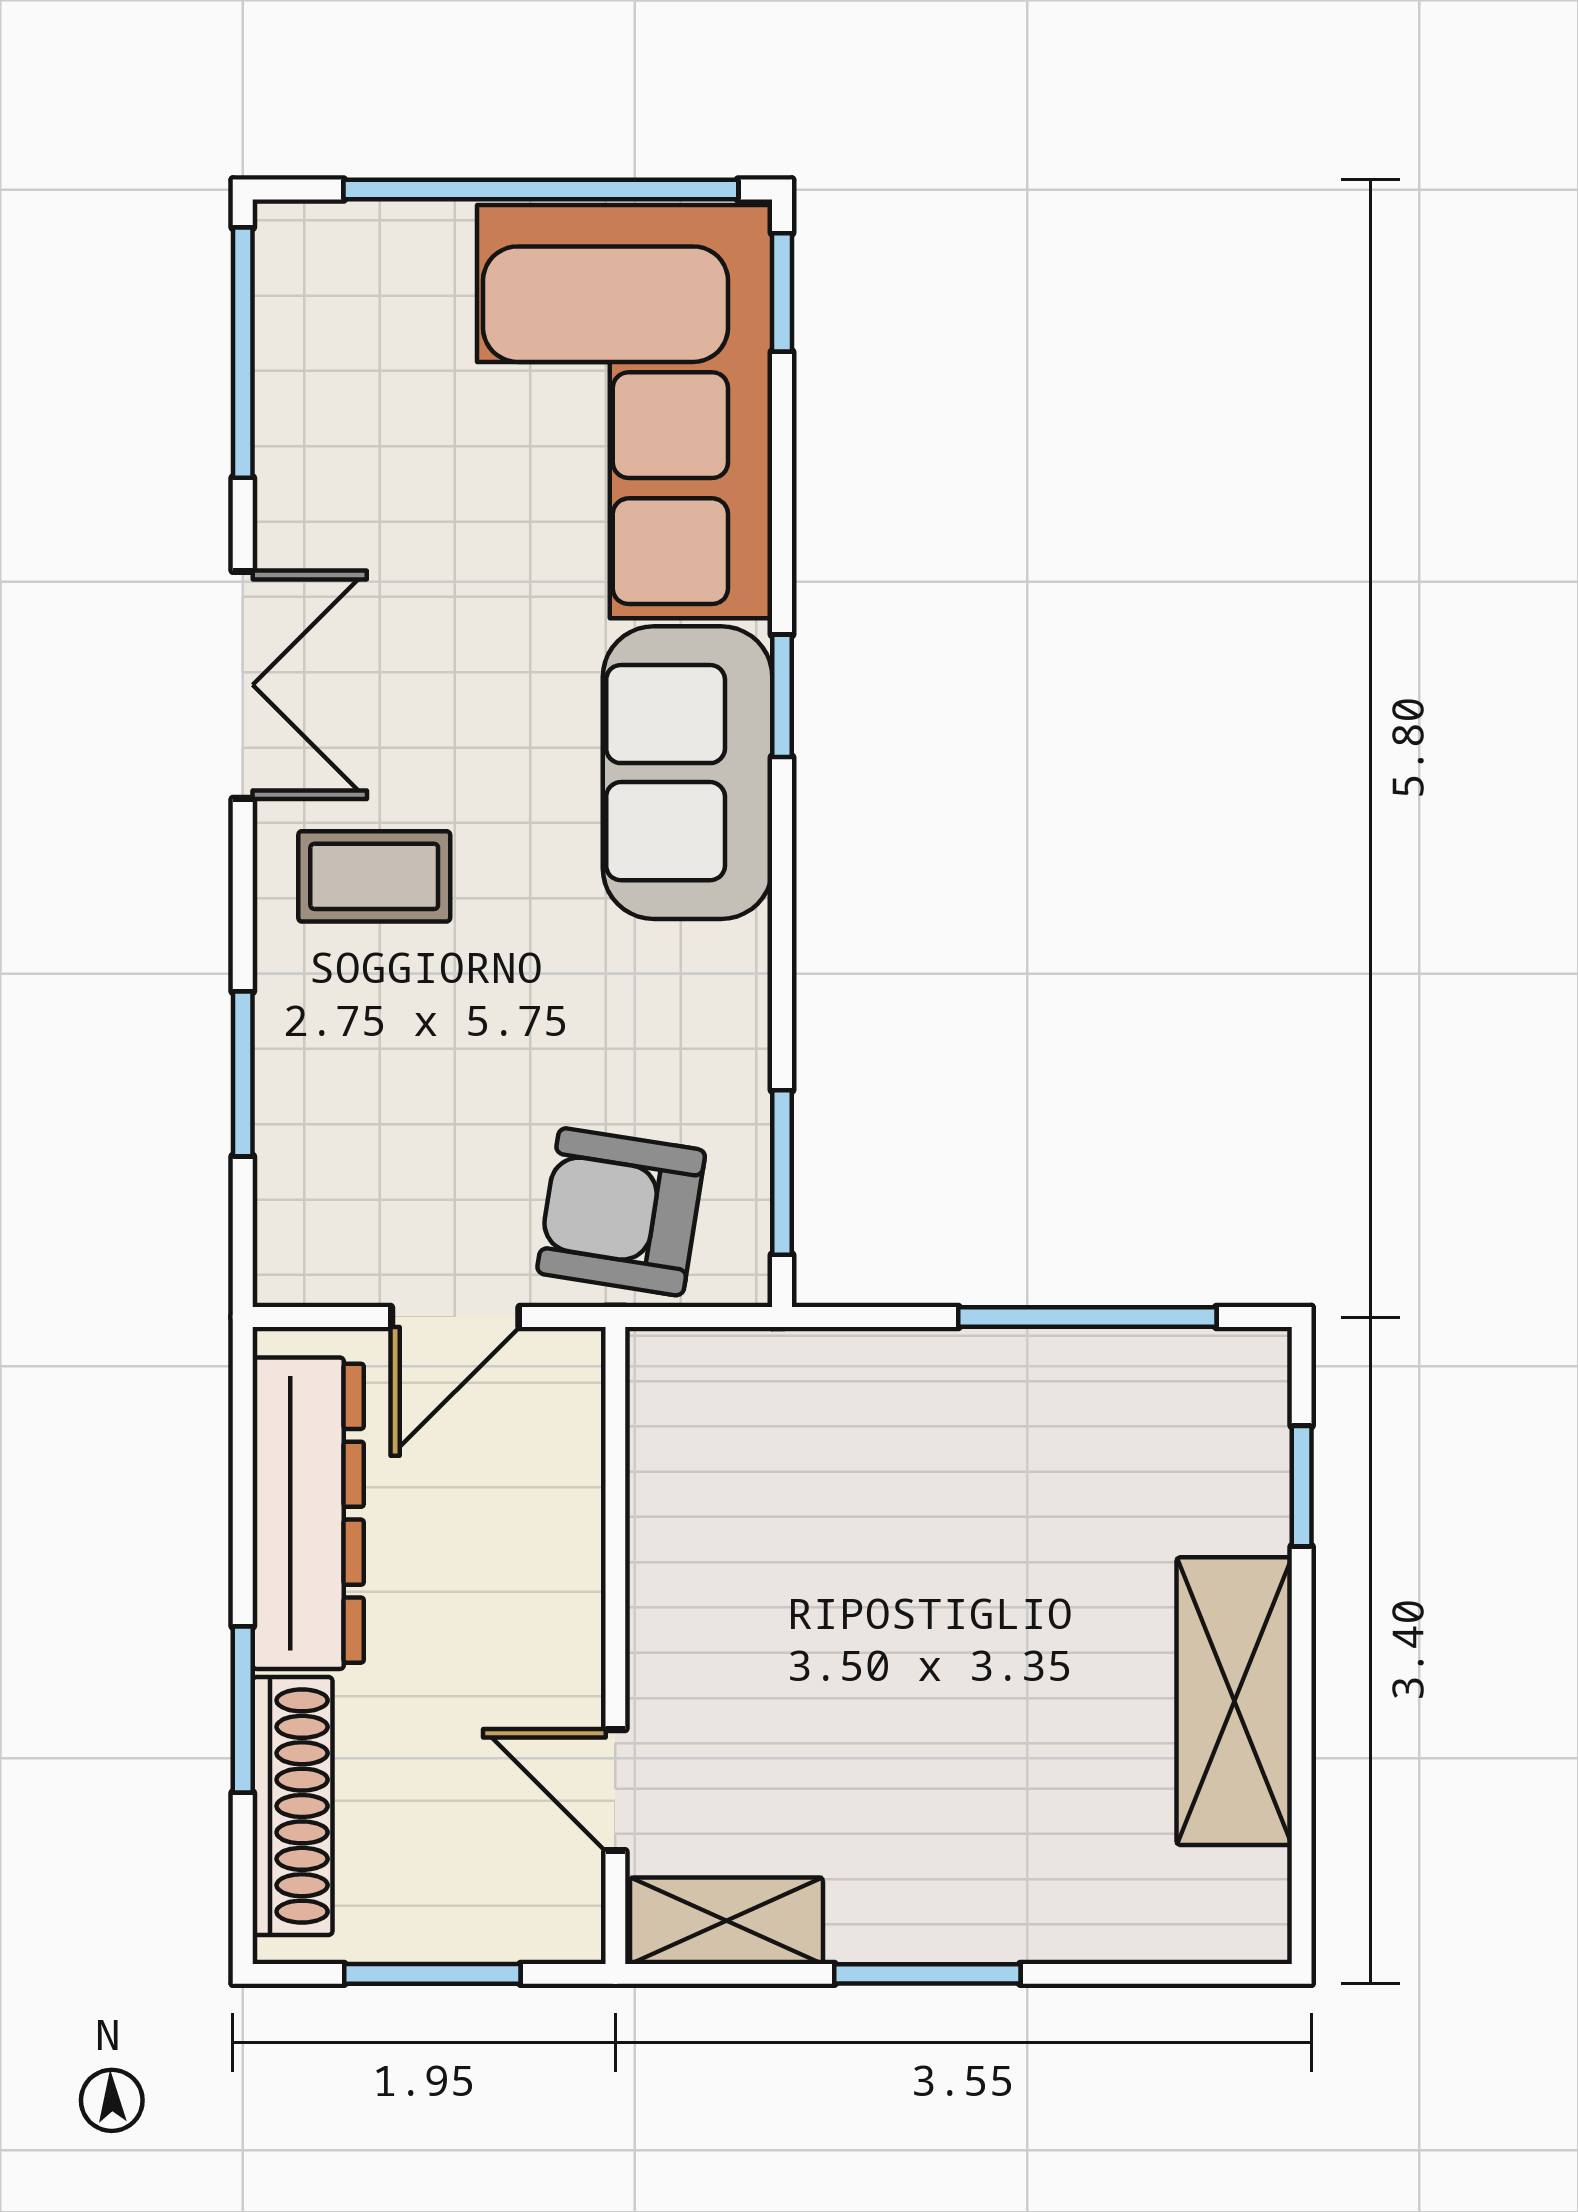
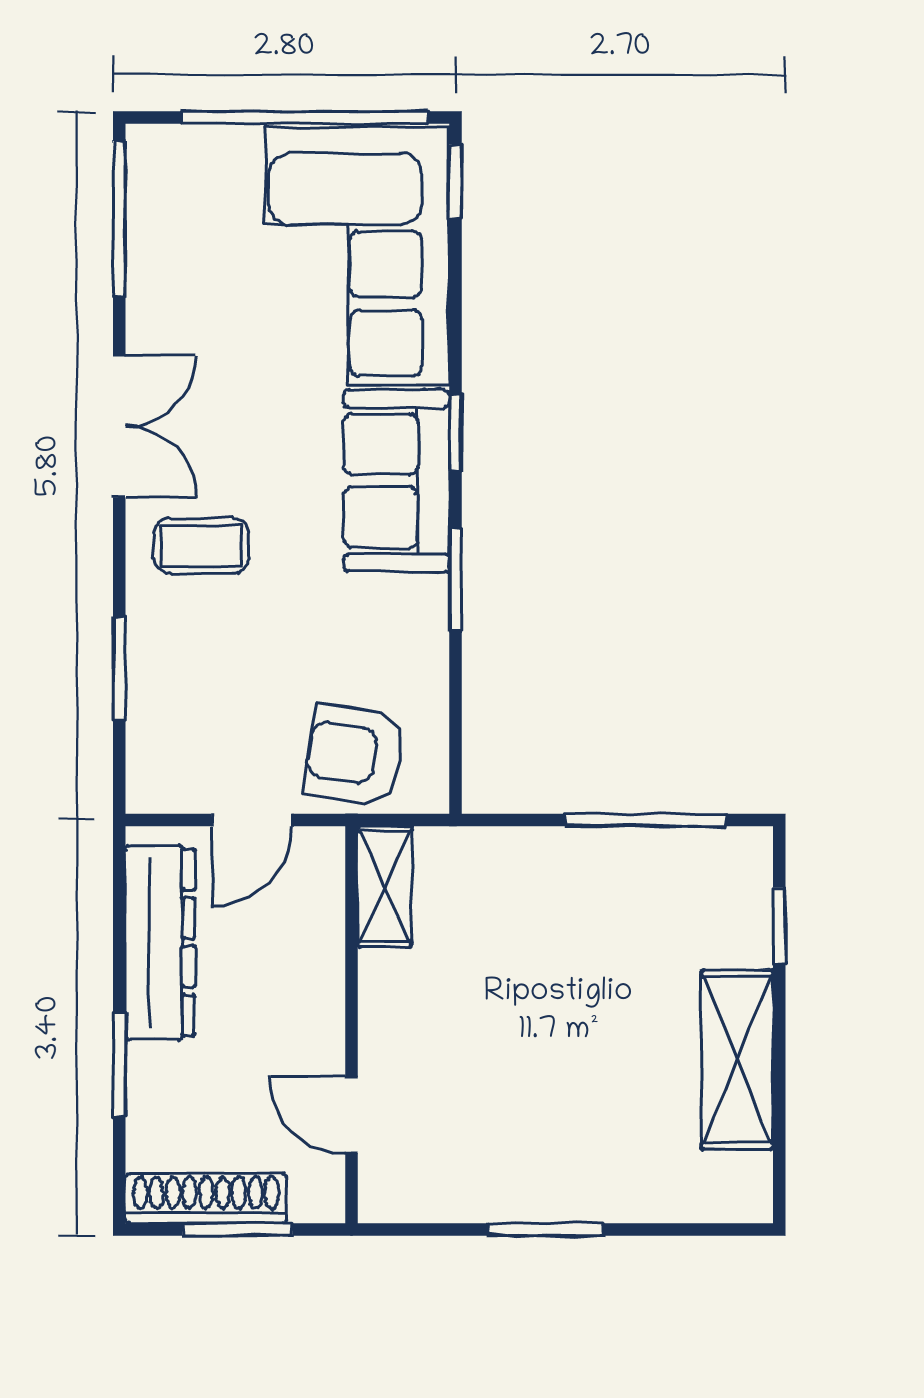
window: (782, 1172) -> (455, 580), moved
shoe rack: (292, 1806) -> (206, 1199), moved, turned -90
shelving: (726, 1921) -> (385, 886), moved, turned 90

